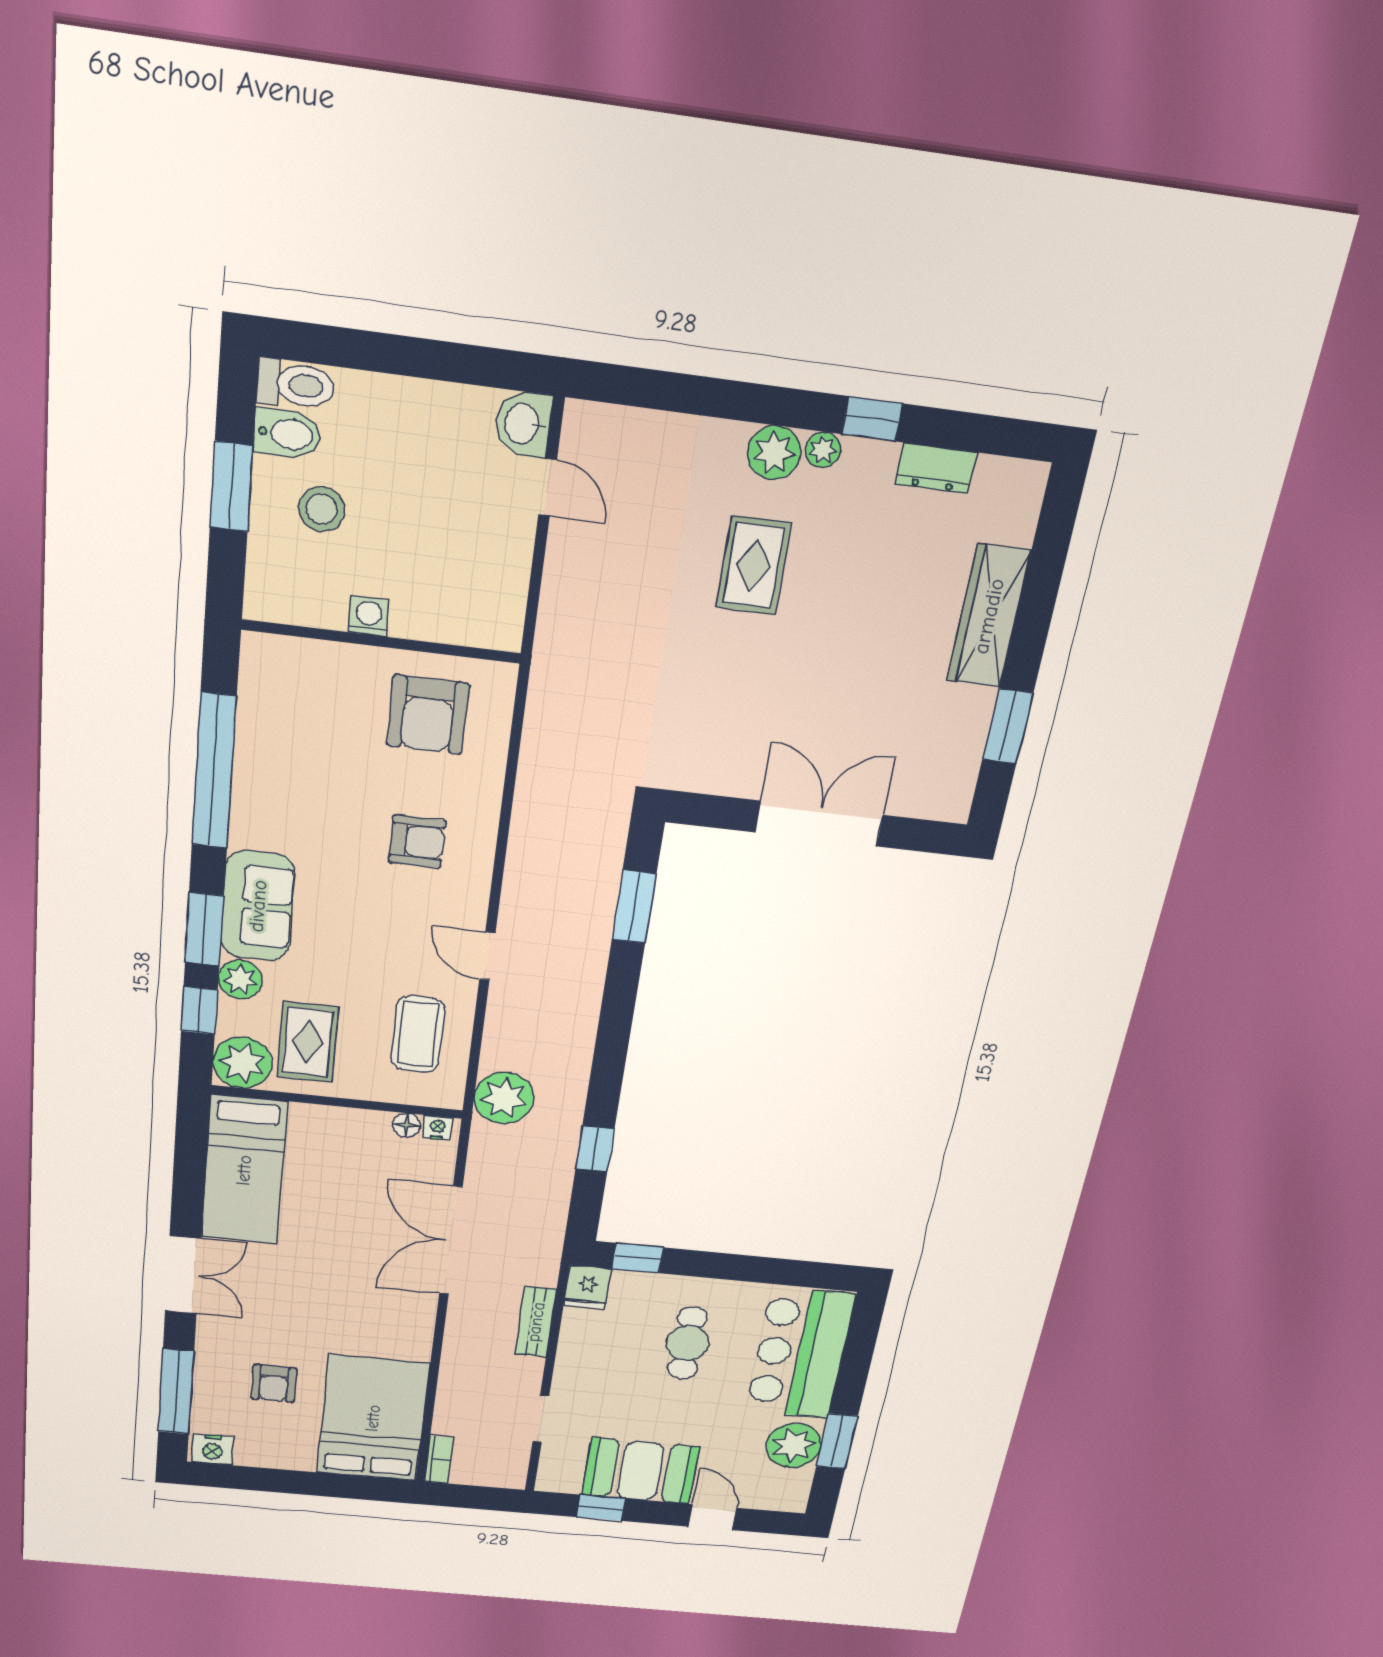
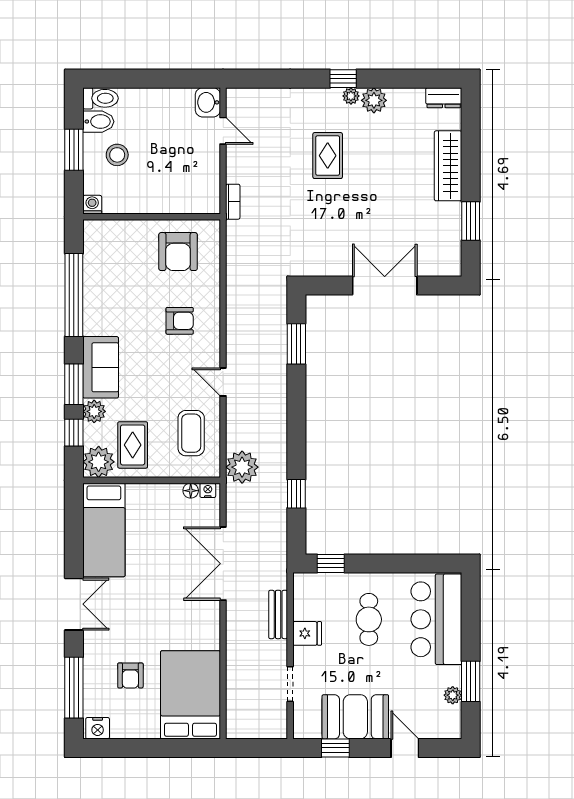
window: (872, 419) -> (343, 79), moved
plant: (774, 453) -> (374, 100), moved
dresser: (936, 468) -> (444, 98), moved
washing machine: (369, 616) -> (92, 205), moved
fridge: (587, 1287) -> (307, 633), moved, turned -90
plant: (794, 1445) -> (453, 695), width x0.53, depth x0.53
bookcase: (439, 1460) -> (233, 202), moved

